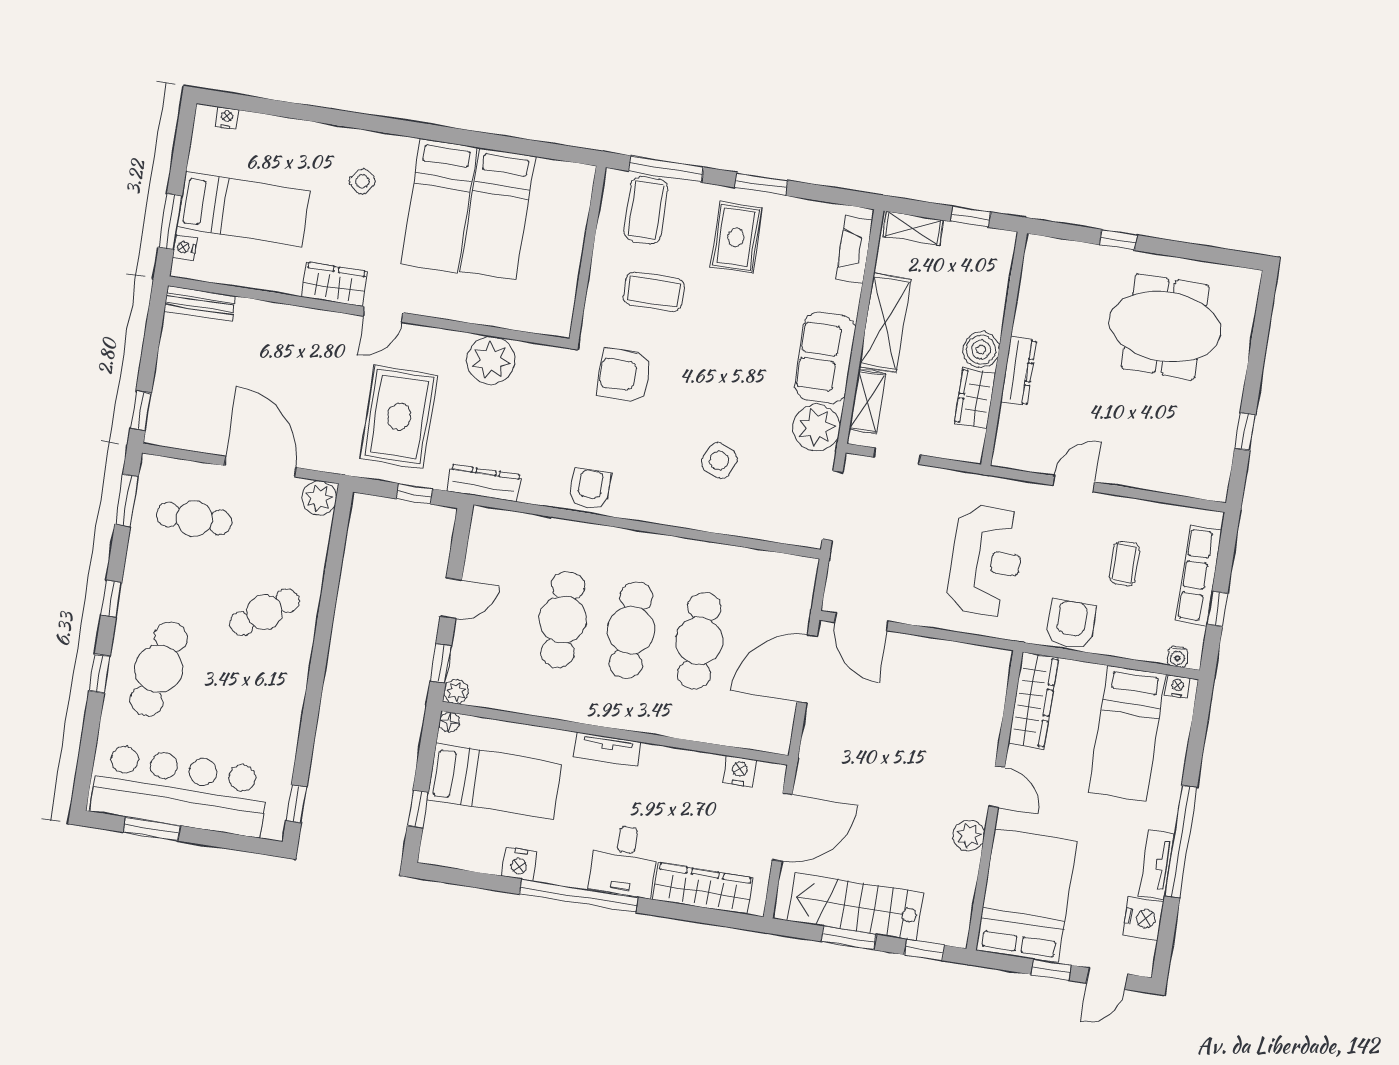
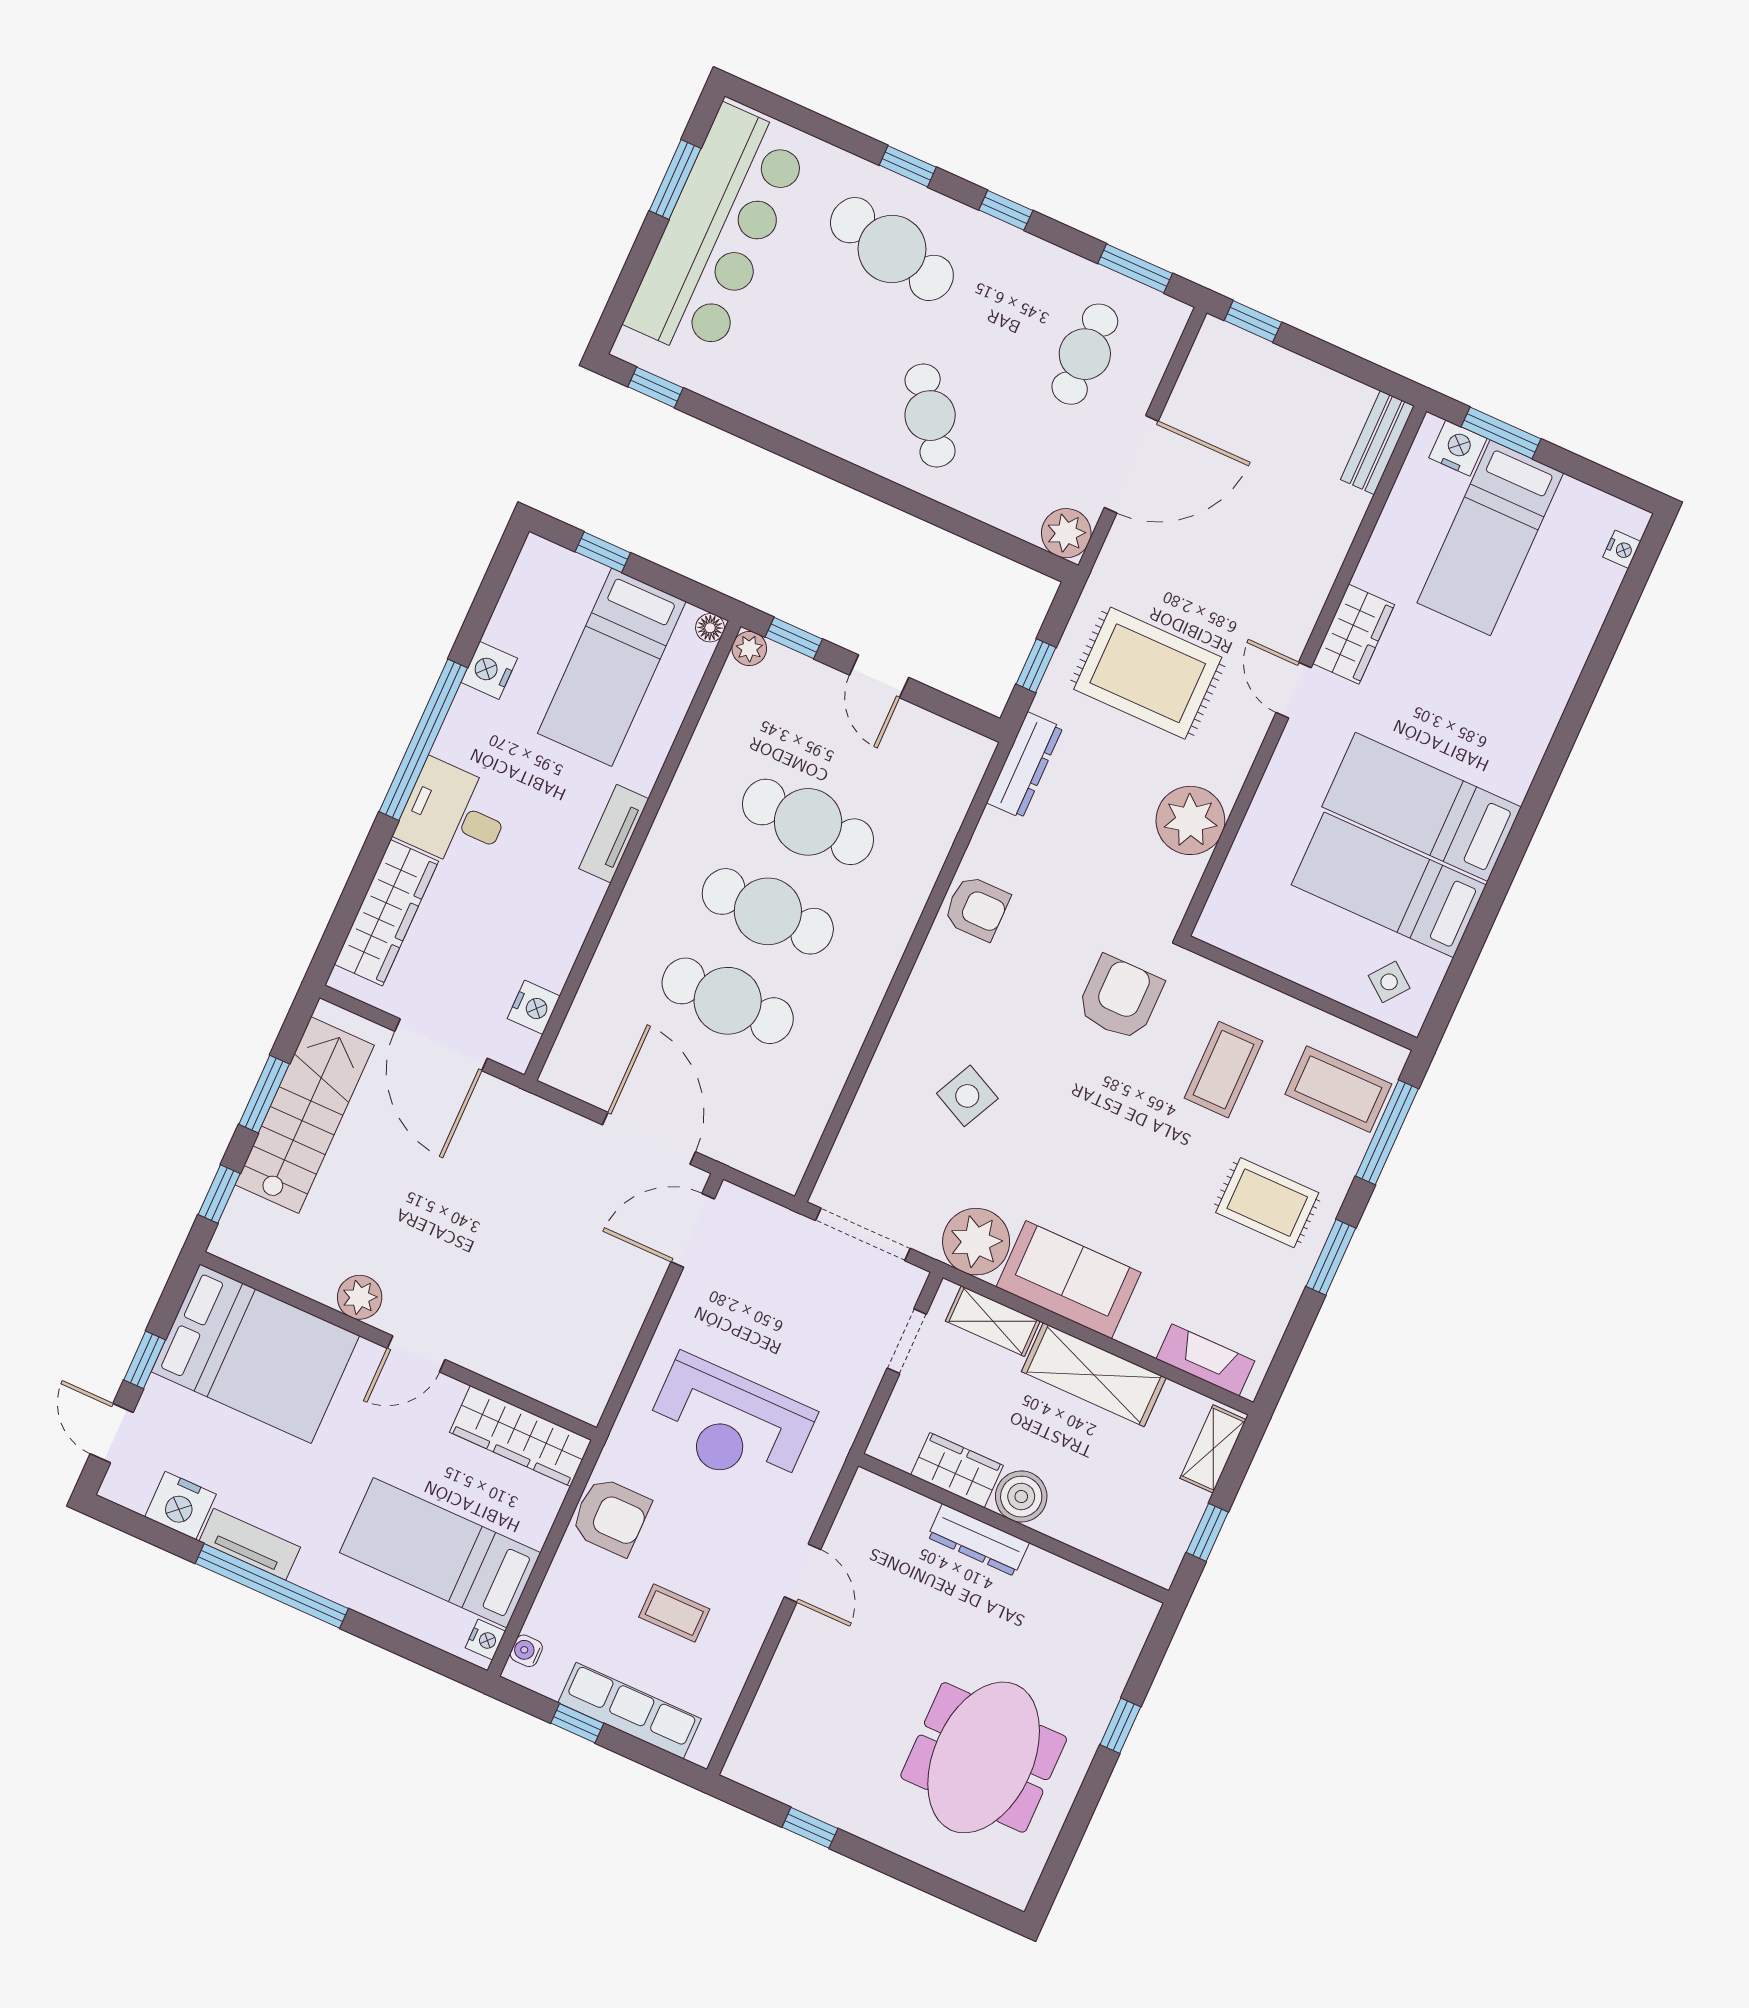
side table: (362, 181) -> (1389, 982), moved
nightstand: (185, 247) -> (1458, 448), width x1.39, depth x1.35

